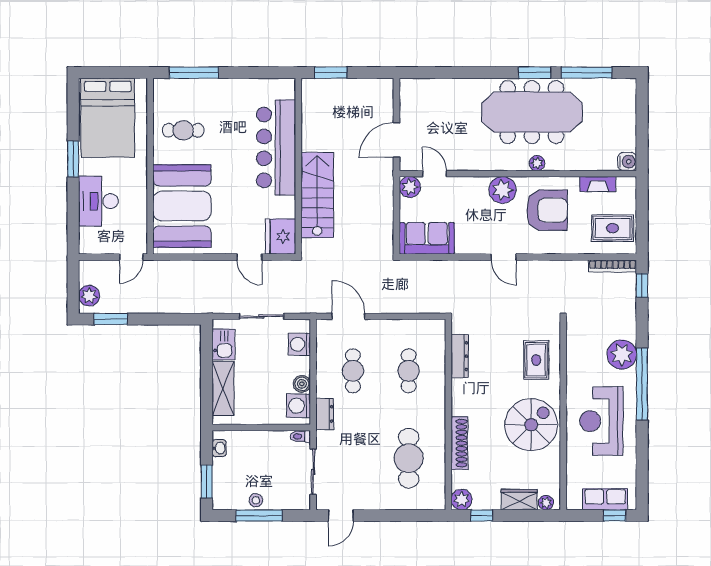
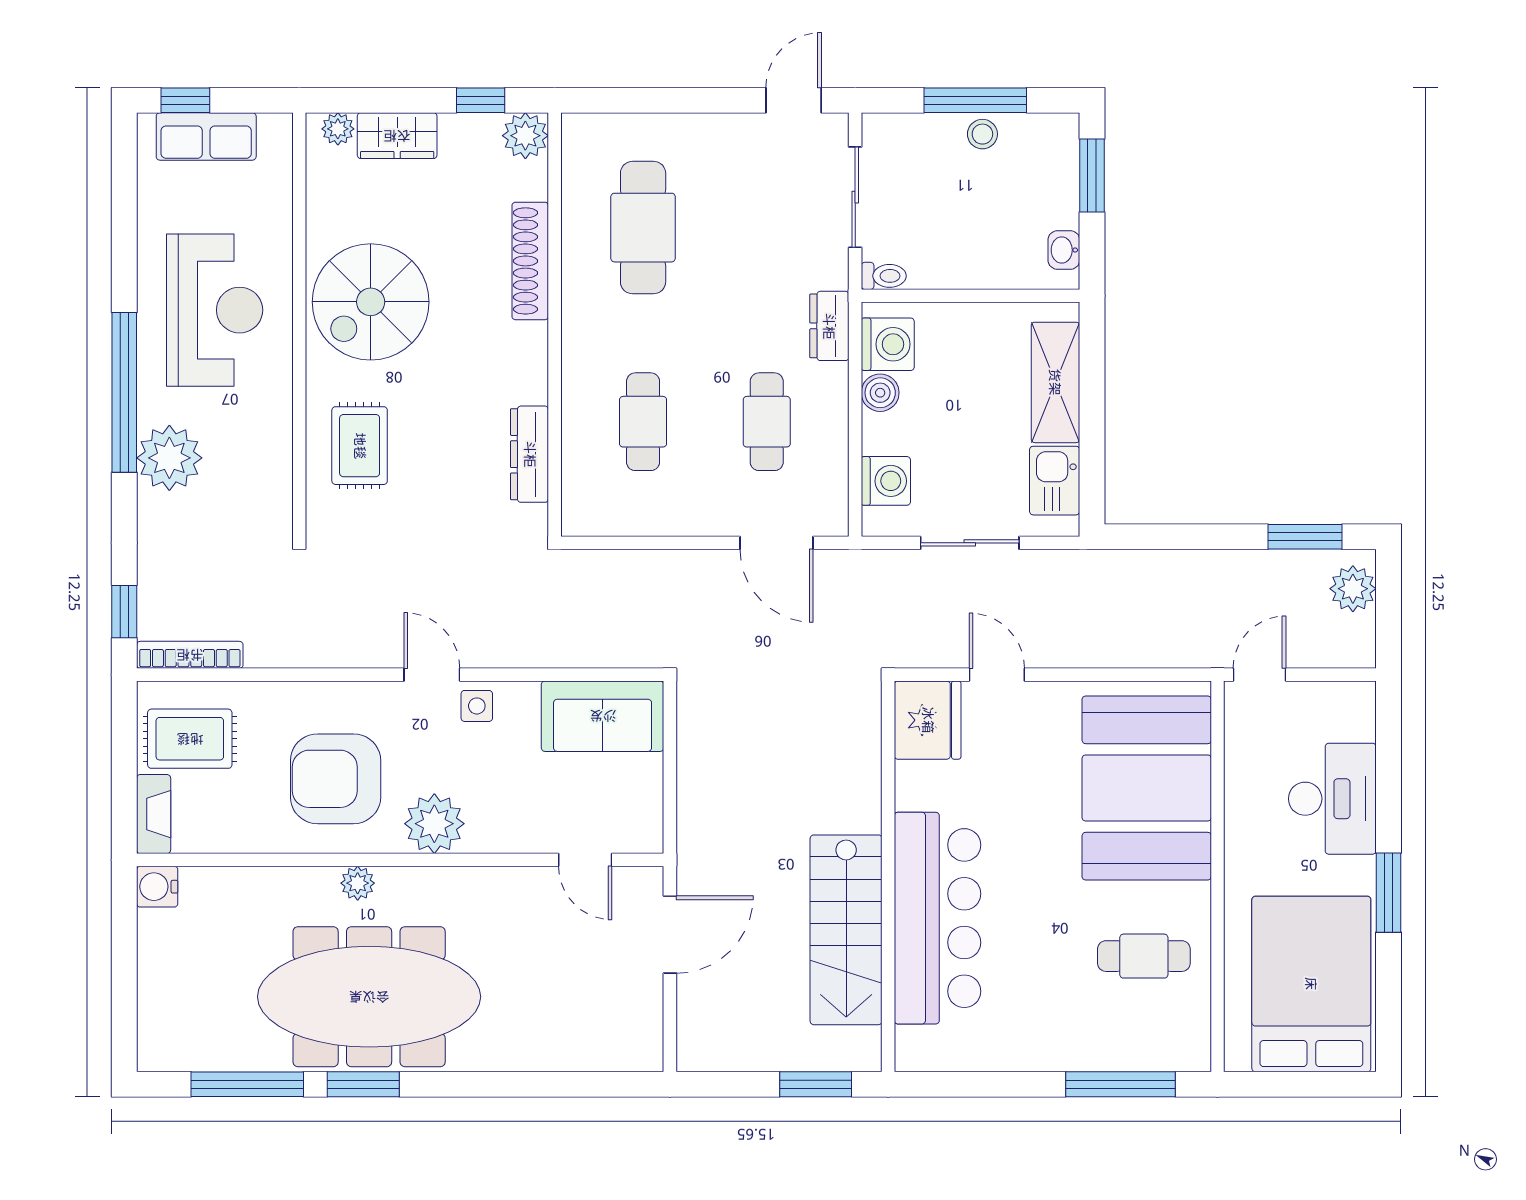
fireplace: (598, 184) -> (154, 814), moved, turned 90
plant: (410, 187) -> (640, 830), removed
stairs: (317, 195) -> (846, 930), moved
side table: (483, 243) -> (477, 706), added

